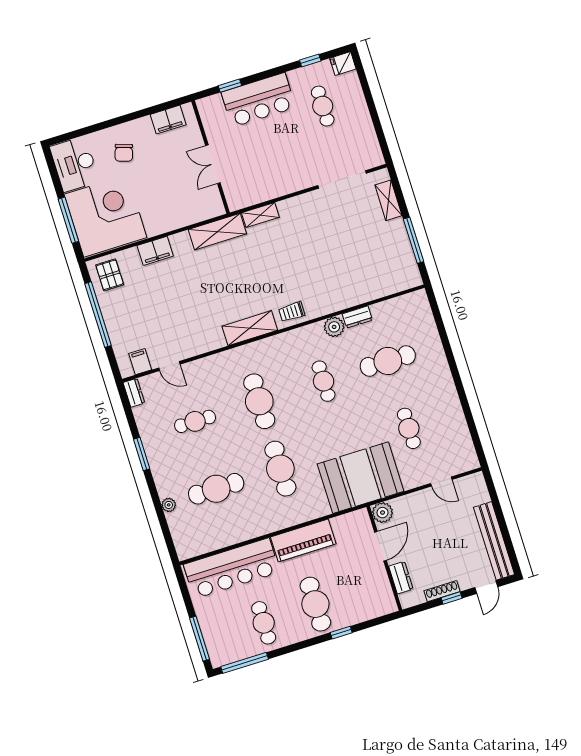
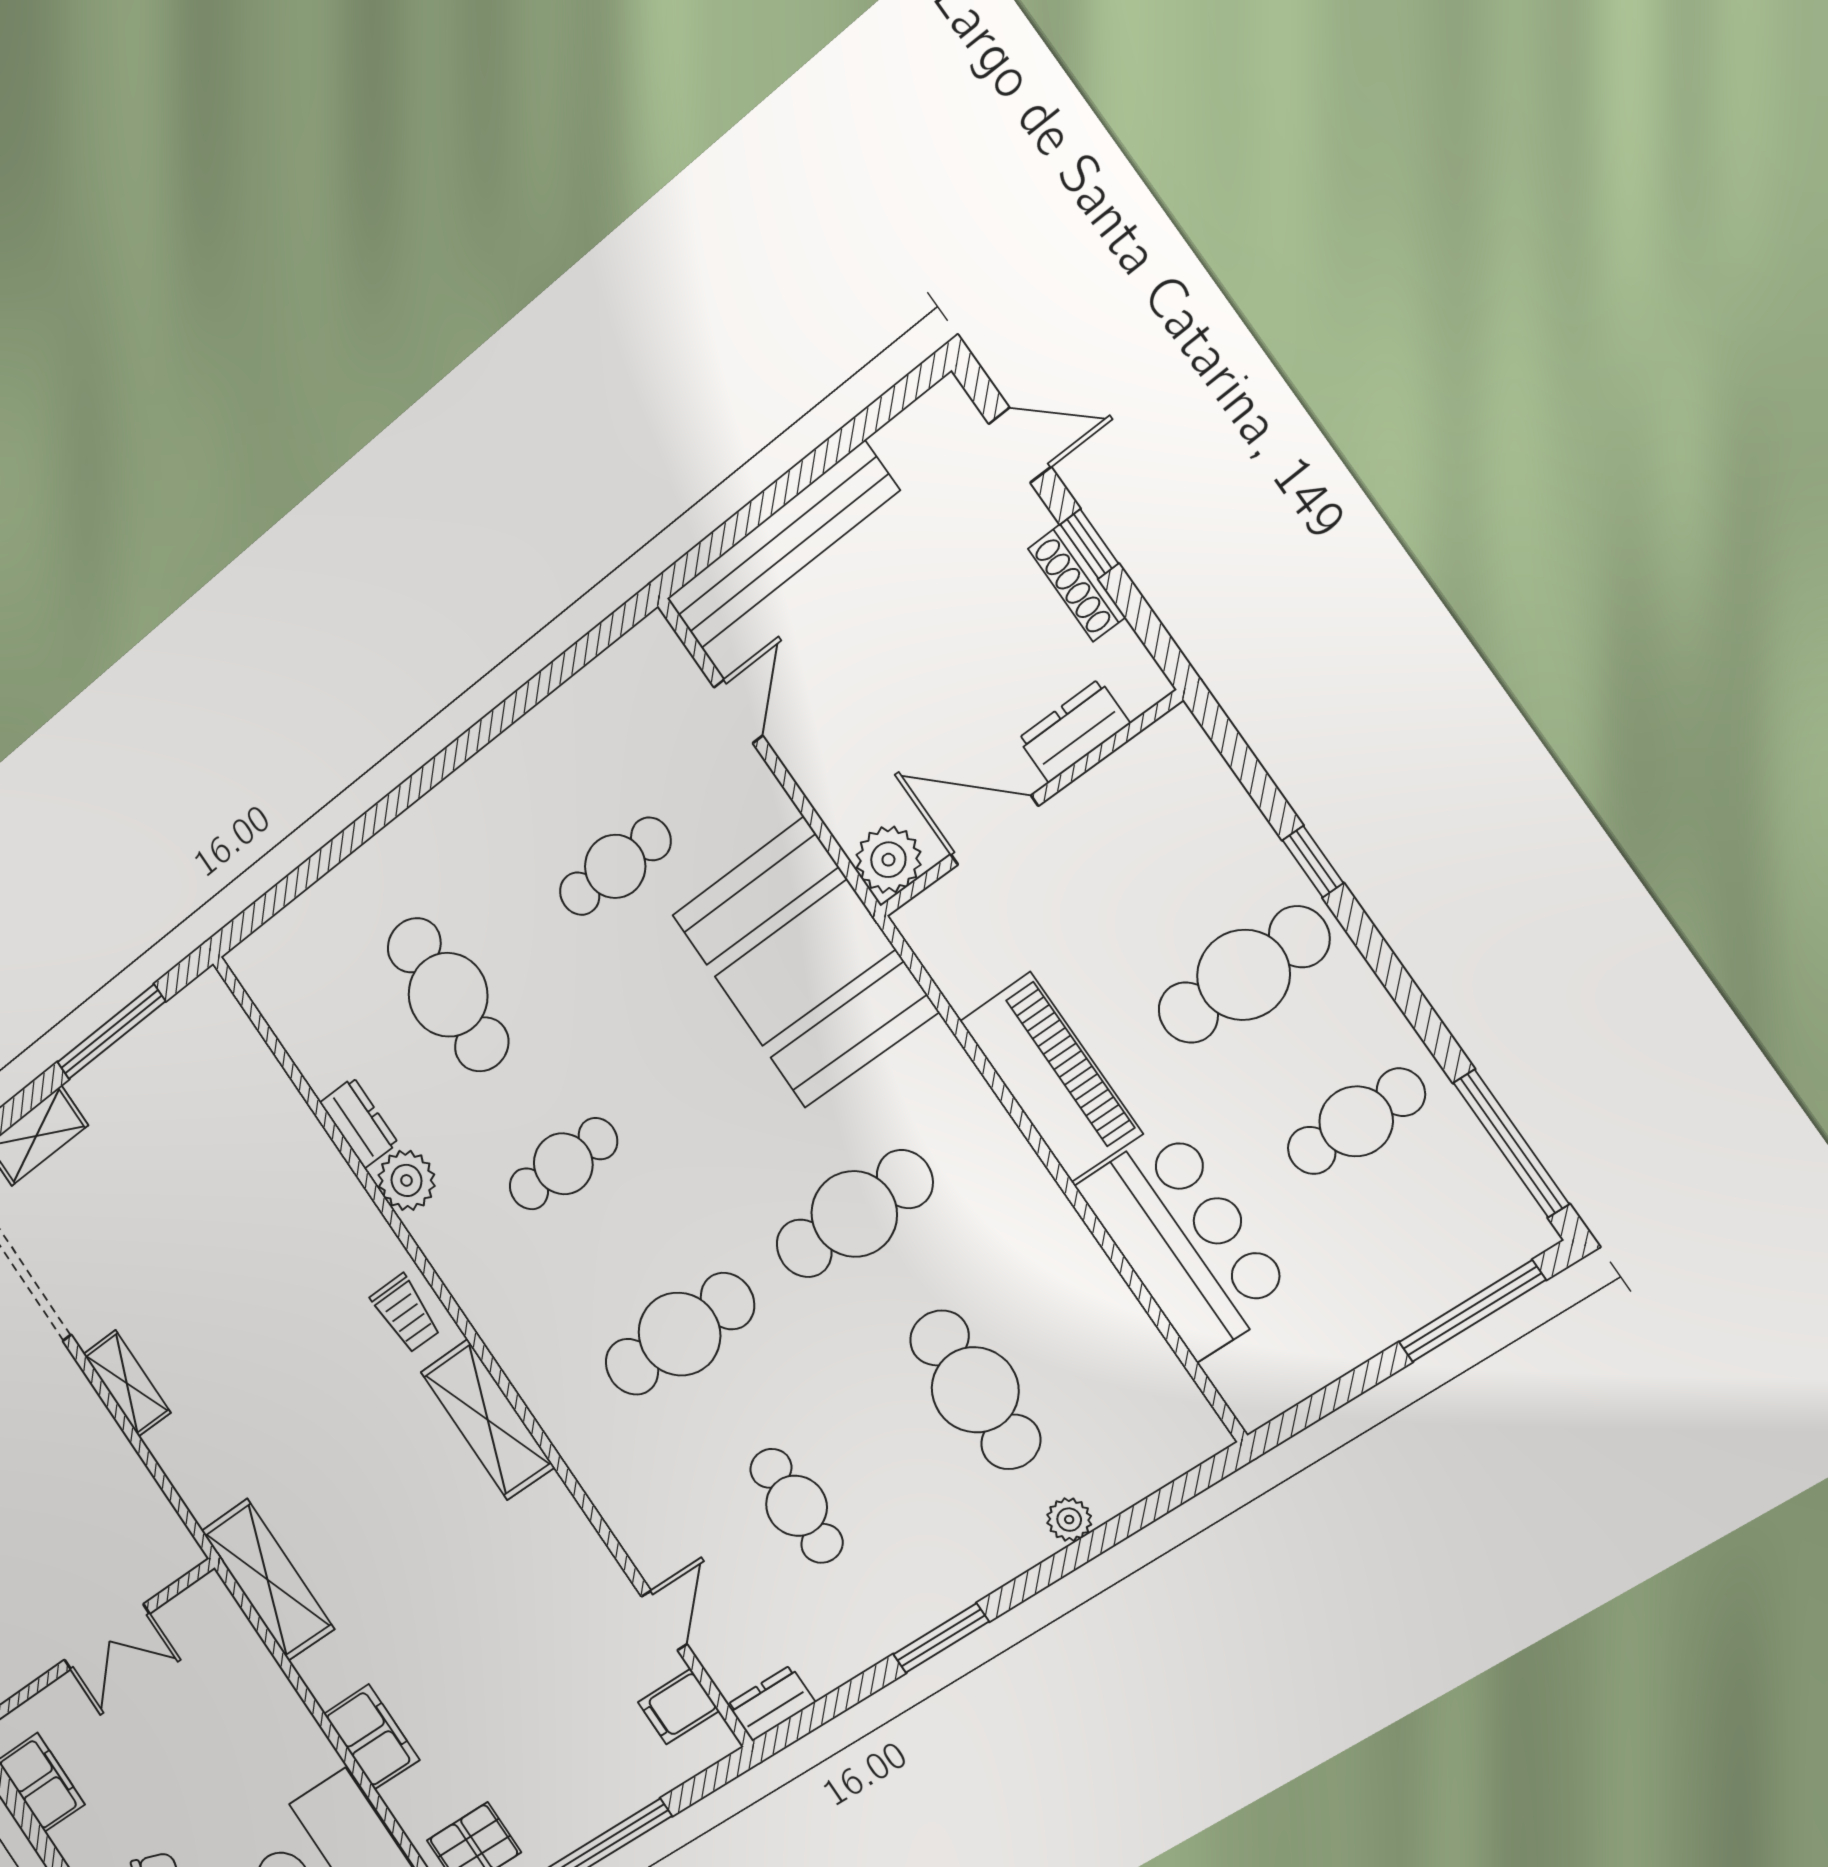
shelving: (260, 215) -> (127, 1383), moved
bench: (494, 541) -> (782, 545), moved
bar counter: (232, 568) -> (1186, 1241), width x0.73

